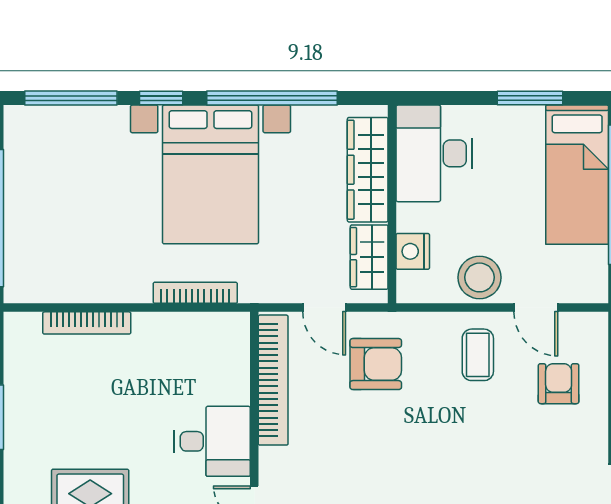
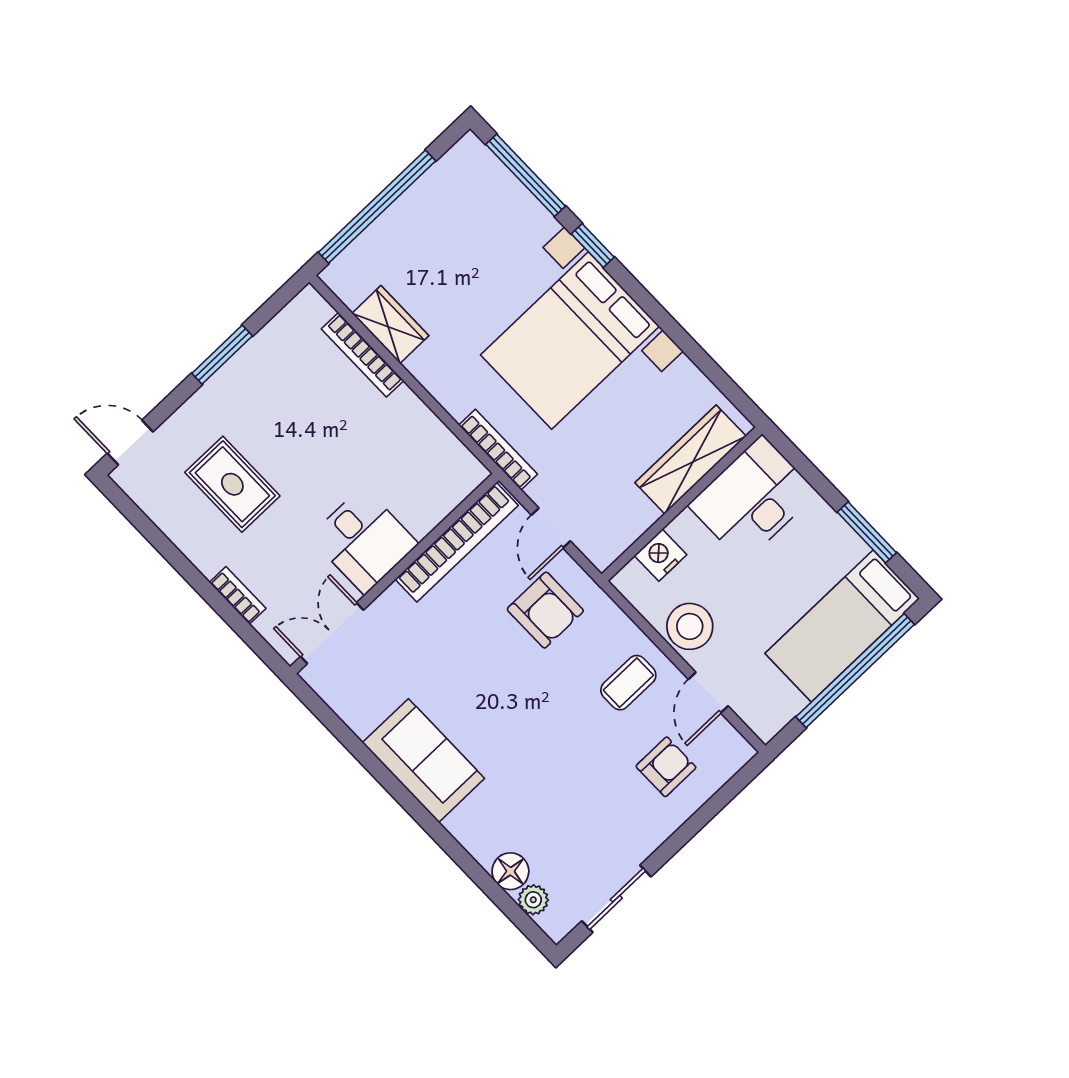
window: (272, 98) -> (675, 332), removed
wardrobe: (369, 257) -> (390, 324), moved, turned 90
bookcase: (195, 293) -> (498, 450), moved

